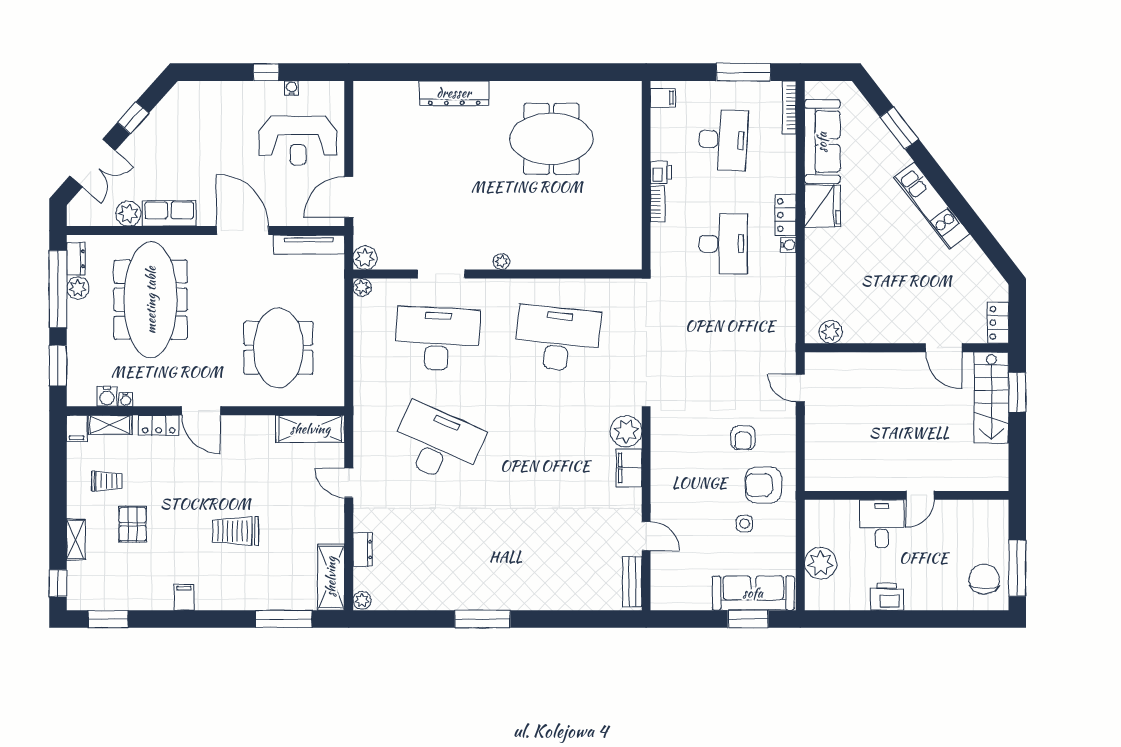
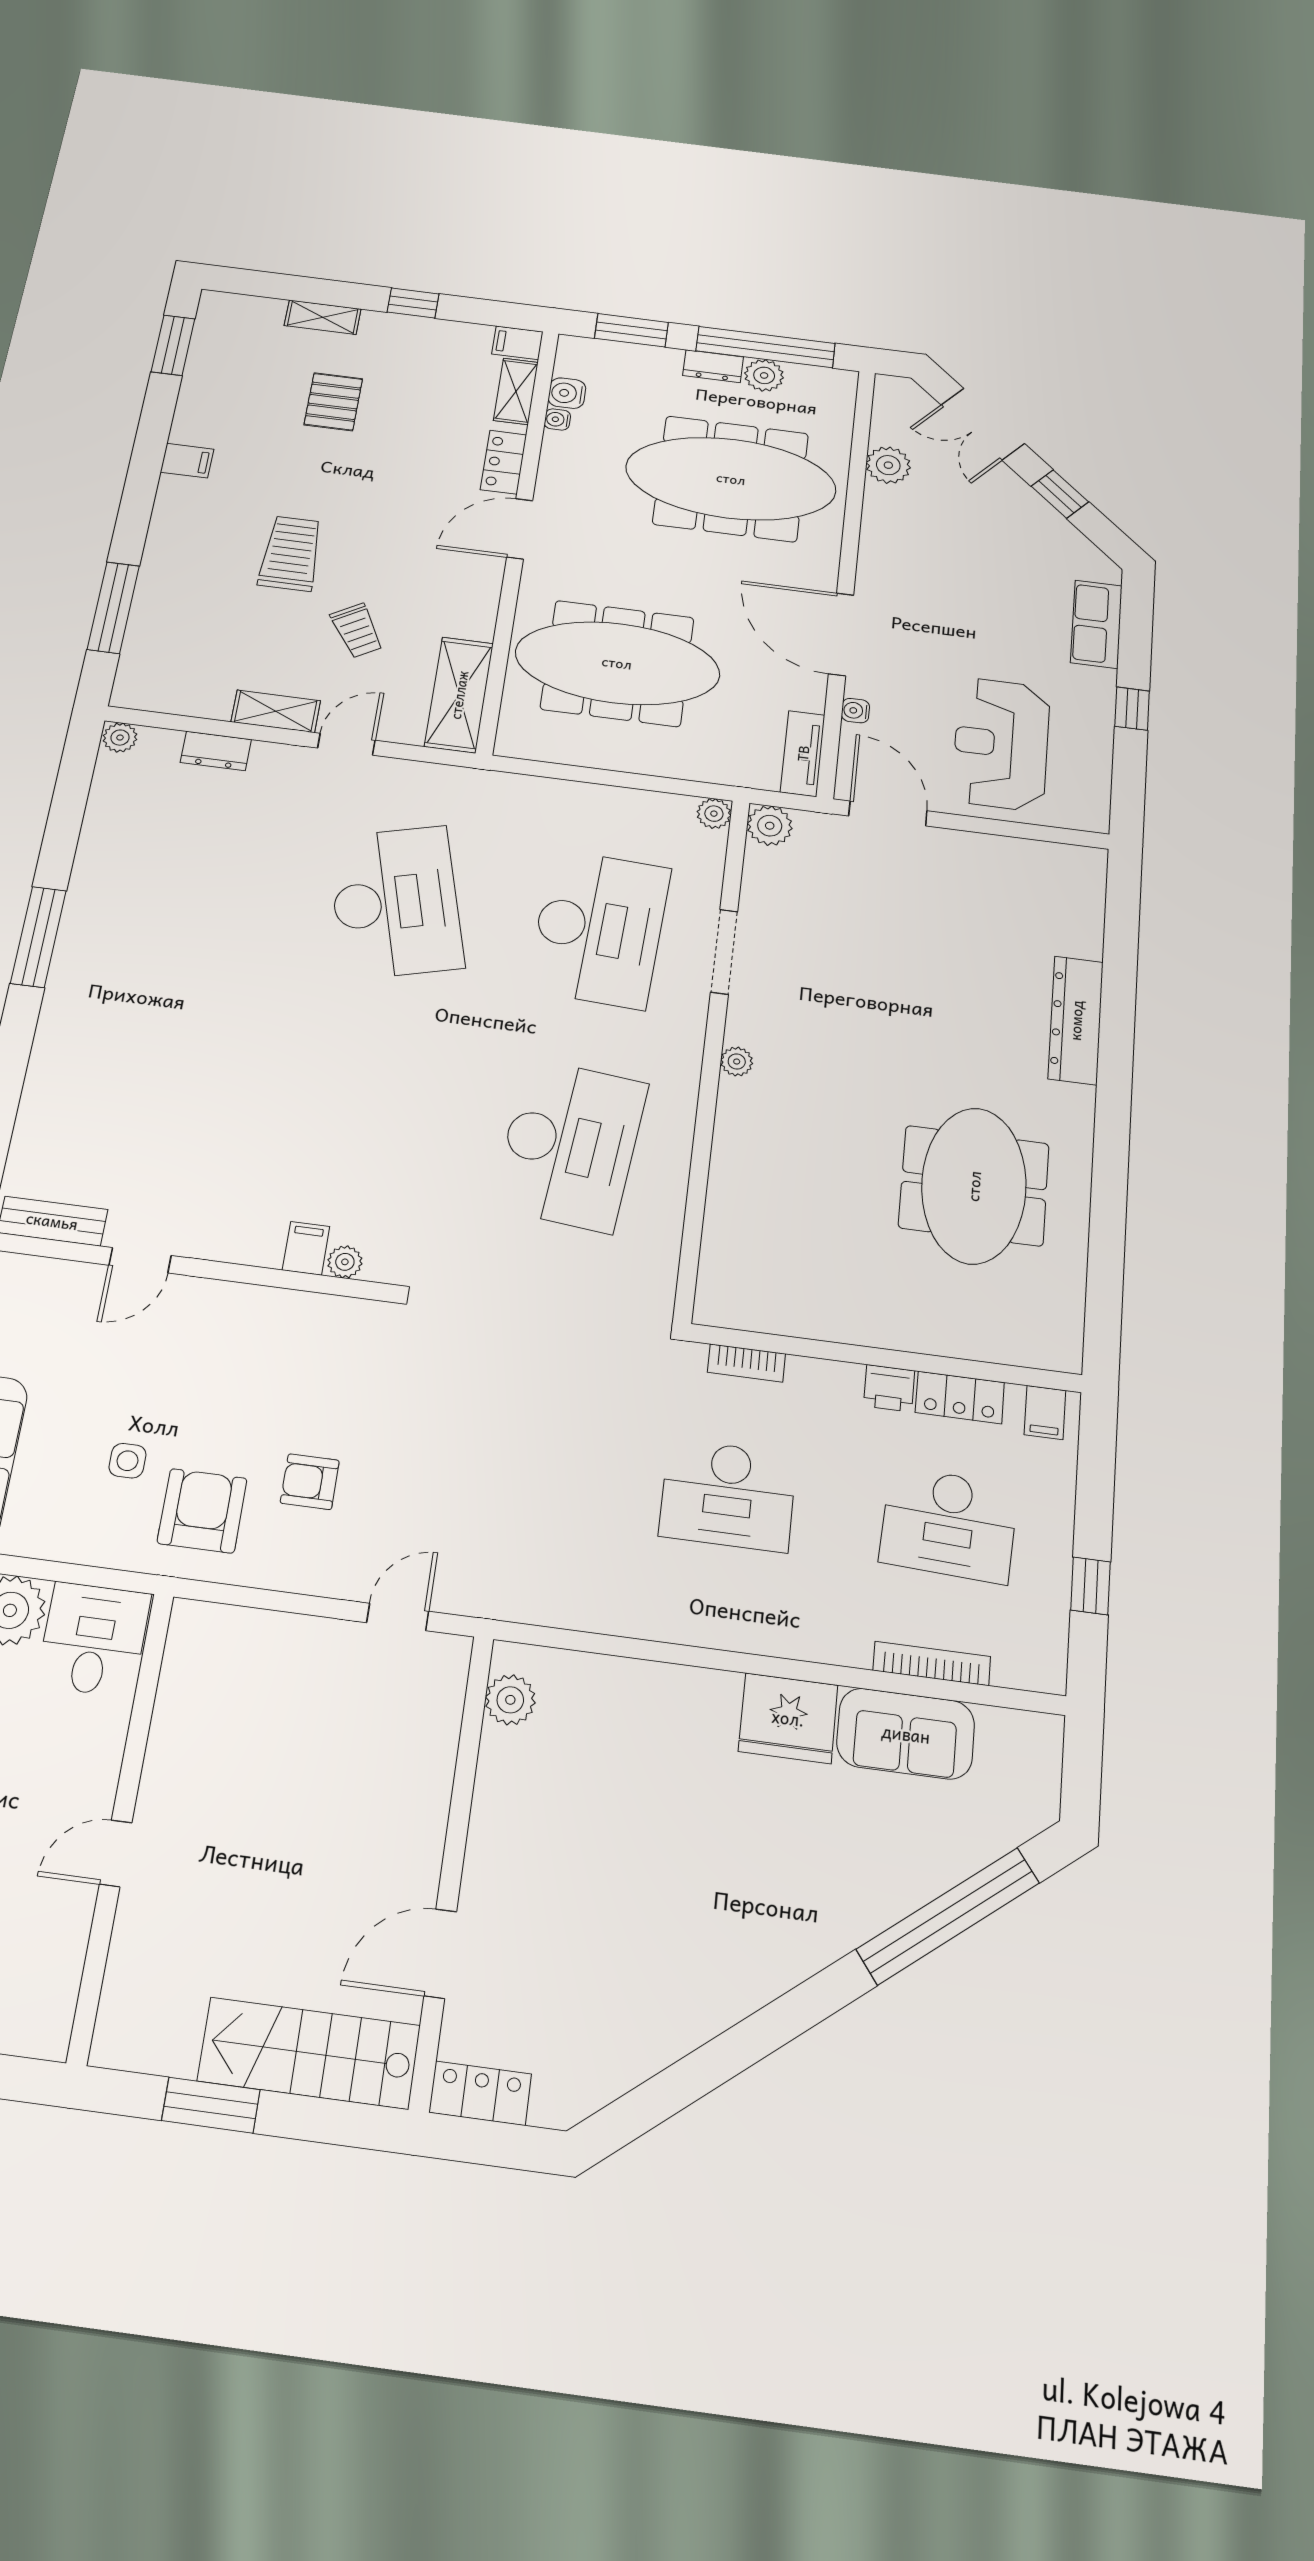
window: (743, 72) -> (1091, 1586), width x0.46
water cooler: (292, 88) -> (855, 711), moved, turned 180
bookcase: (789, 107) -> (932, 1663), moved
window: (899, 128) -> (948, 1916), width x2.11
sofa: (822, 142) -> (906, 1734), width x0.73
bookcase: (658, 204) -> (747, 1363), moved
kitchen unit: (932, 206) -> (767, 1969), removed
row of seats: (169, 213) -> (1096, 624), moved, turned 180
locker: (785, 215) -> (960, 1397), moved, turned 180
door: (243, 231) -> (841, 634), swing flipped
tv unit: (309, 245) -> (803, 753), width x0.71
water cooler: (788, 245) -> (711, 1632), removed
dresser: (76, 259) -> (713, 366), moved
meeting table: (278, 348) -> (617, 663), width x1.36
window: (1017, 392) -> (211, 2105), moved
plant: (626, 431) -> (345, 1262), width x0.53, depth x0.53
desk: (437, 444) -> (395, 902), turned -39
filing cabinet: (629, 468) -> (306, 1248), width x0.50
trolley: (107, 481) -> (357, 631), moved, turned -31
door: (920, 495) -> (116, 1853), hinge flipped
pallet: (133, 524) -> (333, 402), turned 90
desk: (882, 524) -> (94, 1639), moved, turned -90
shelving: (331, 577) -> (276, 711), moved, width x0.67, depth x0.75
window: (58, 583) -> (413, 303), moved

